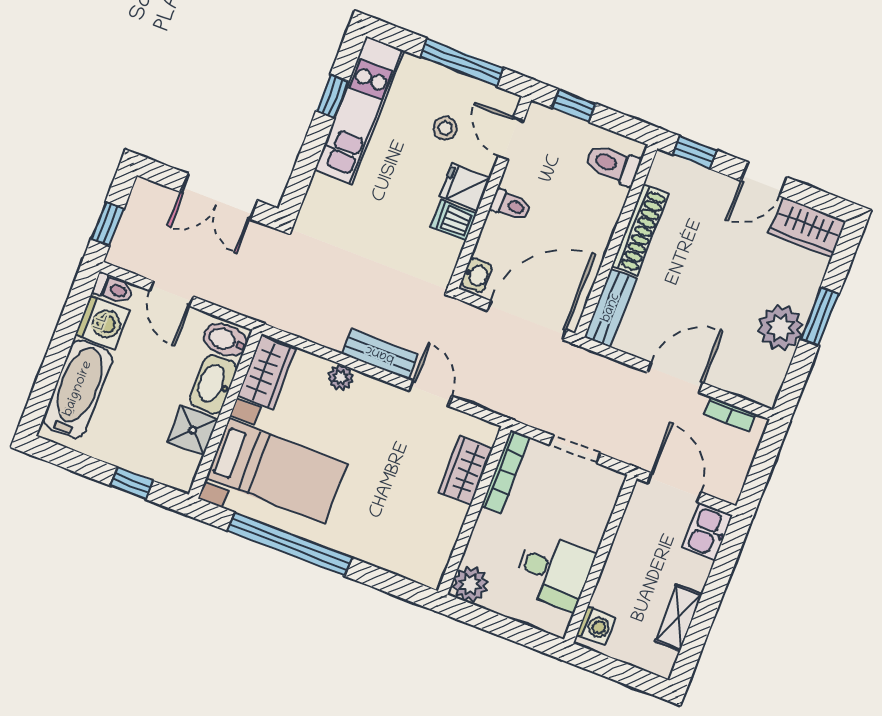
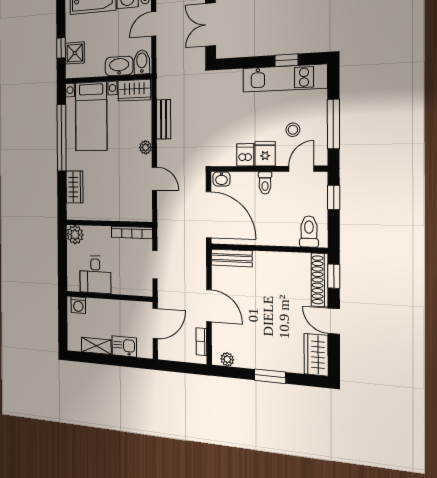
shoe rack: (640, 230) -> (320, 280), moved, turned 90
plant: (781, 328) -> (227, 359), moved, width x0.53, depth x0.53
bench: (380, 354) -> (164, 119), moved
plant: (341, 377) -> (146, 147), moved
door: (431, 393) -> (154, 179), hinge flipped
shower: (192, 430) -> (75, 53), moved
wardrobe: (466, 471) -> (75, 187), moved, turned 90
kitchen sink: (707, 532) -> (124, 346), moved

